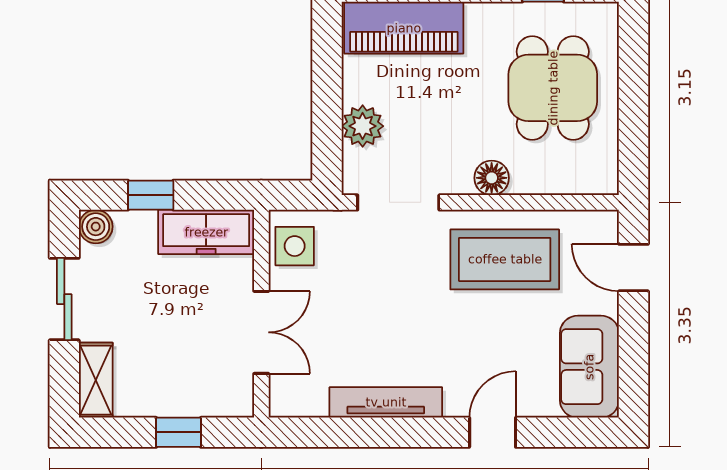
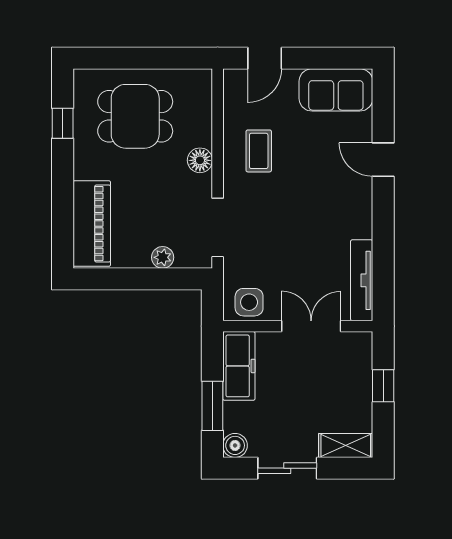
plant: (363, 126) -> (163, 257), width x0.73, depth x0.73
window: (151, 195) -> (212, 406), width x1.50
coffee table: (505, 259) -> (259, 151), width x0.54, depth x0.58
tv unit: (386, 402) -> (362, 280), moved

